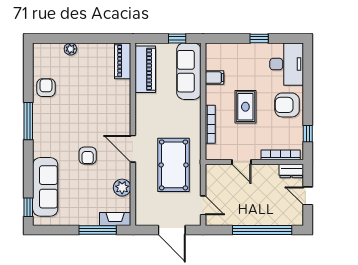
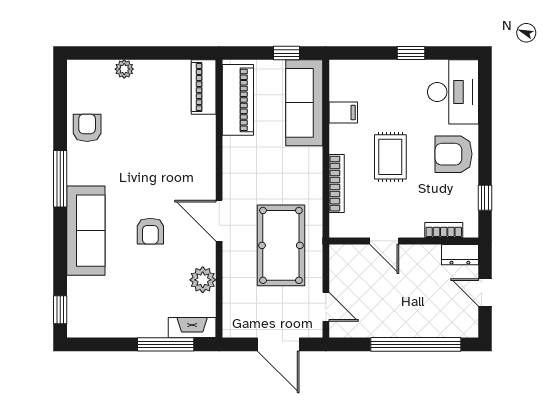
bookcase: (281, 155) -> (444, 230), width x0.64
sofa: (45, 187) -> (86, 231), moved

